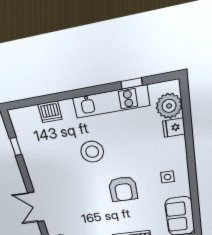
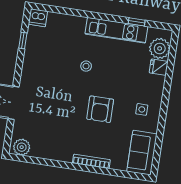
dishwasher: (50, 112) -> (38, 18), moved
stool: (92, 152) -> (86, 66), width x0.53, depth x0.53

